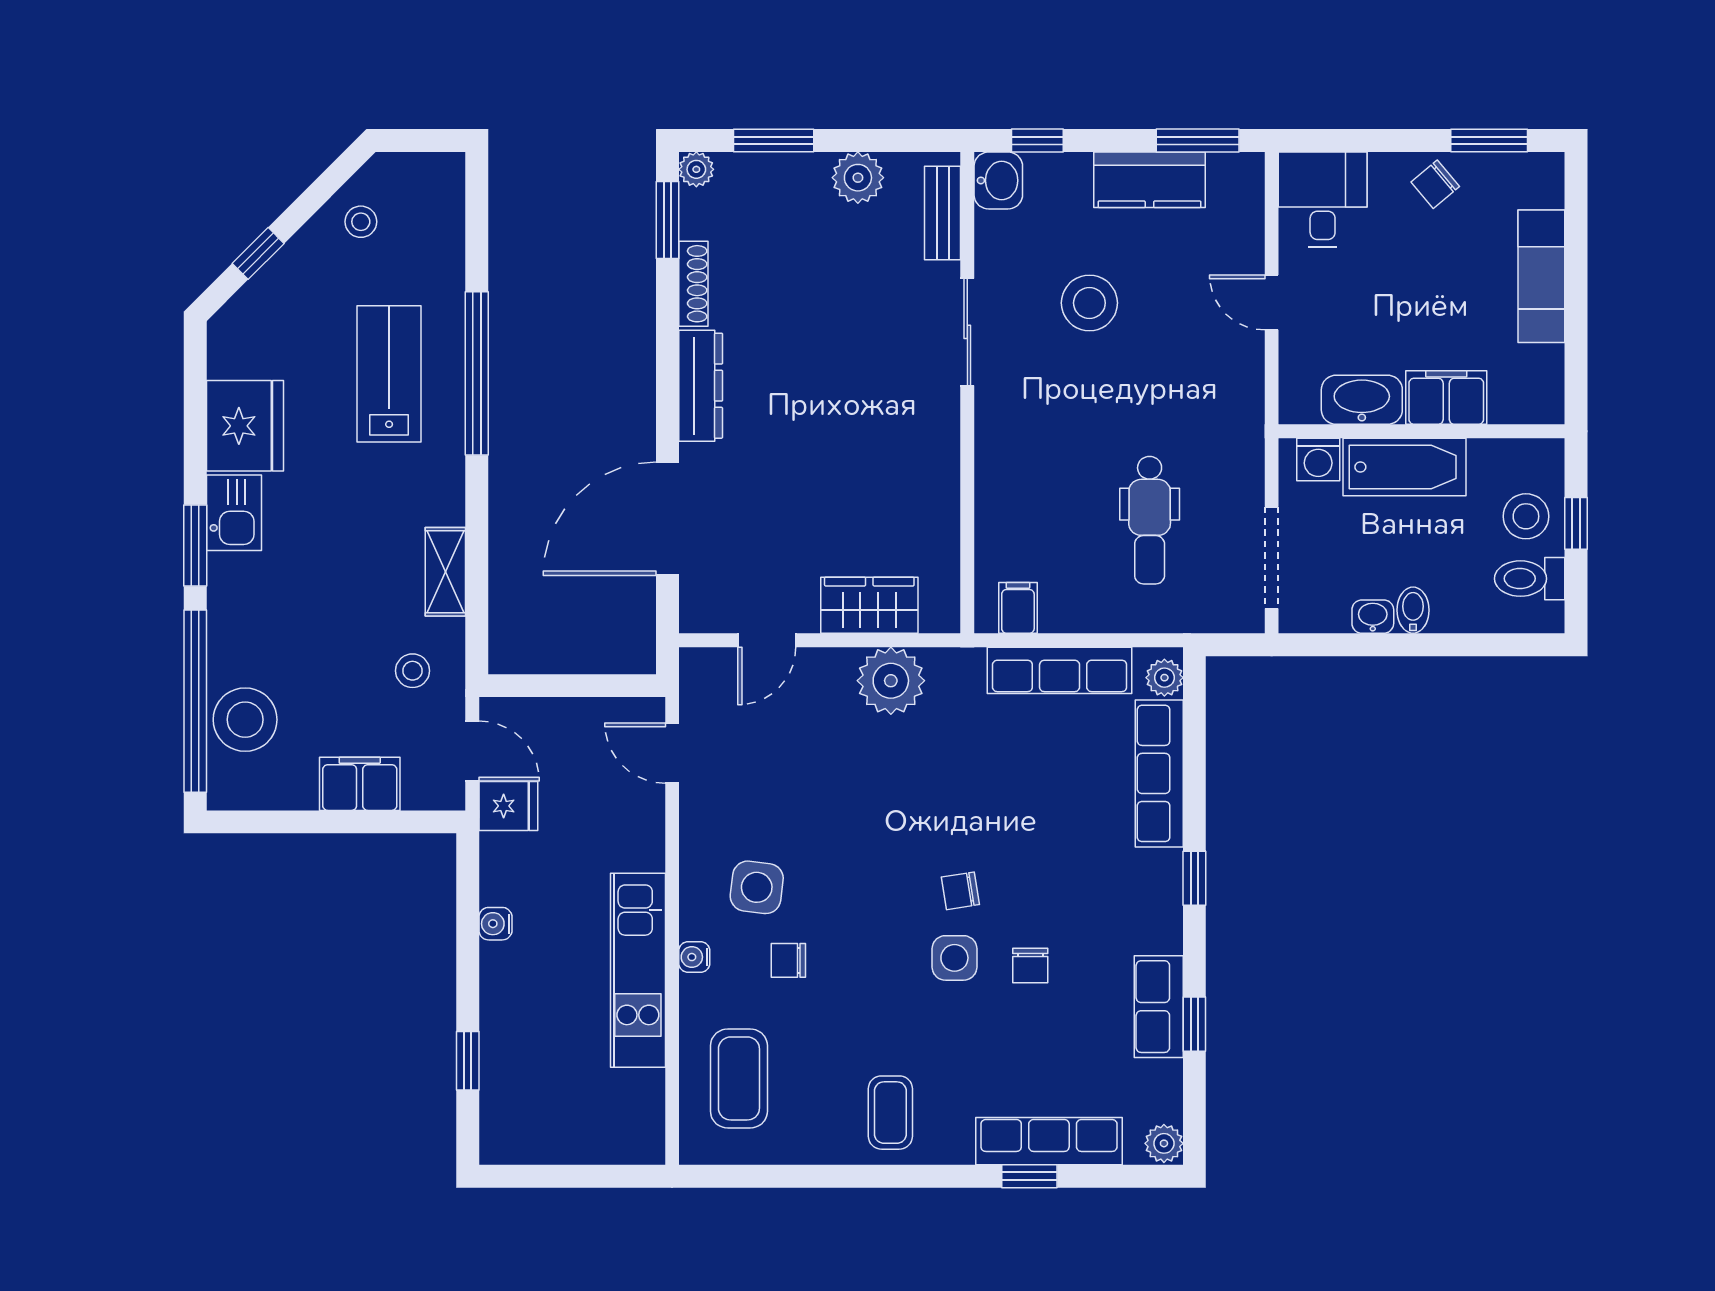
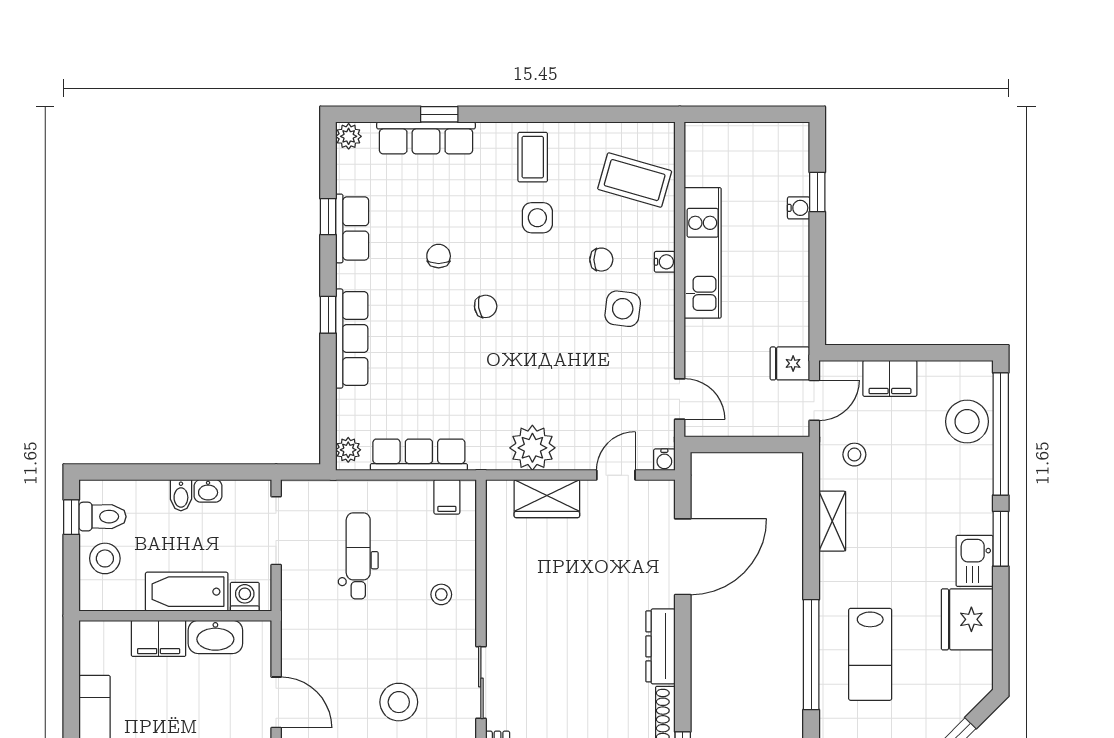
door: (1272, 302) -> (276, 702), width x1.38
stool: (1026, 463) -> (441, 594), added
window: (1576, 523) -> (71, 517), moved
water cooler: (695, 663) -> (664, 460), added
door: (472, 751) -> (814, 400), swing flipped
row of seats: (1159, 773) -> (352, 339), moved
water cooler: (495, 924) -> (799, 208), moved
side table: (954, 958) -> (537, 218), moved
coffee table: (739, 1078) -> (635, 180), turned -74

